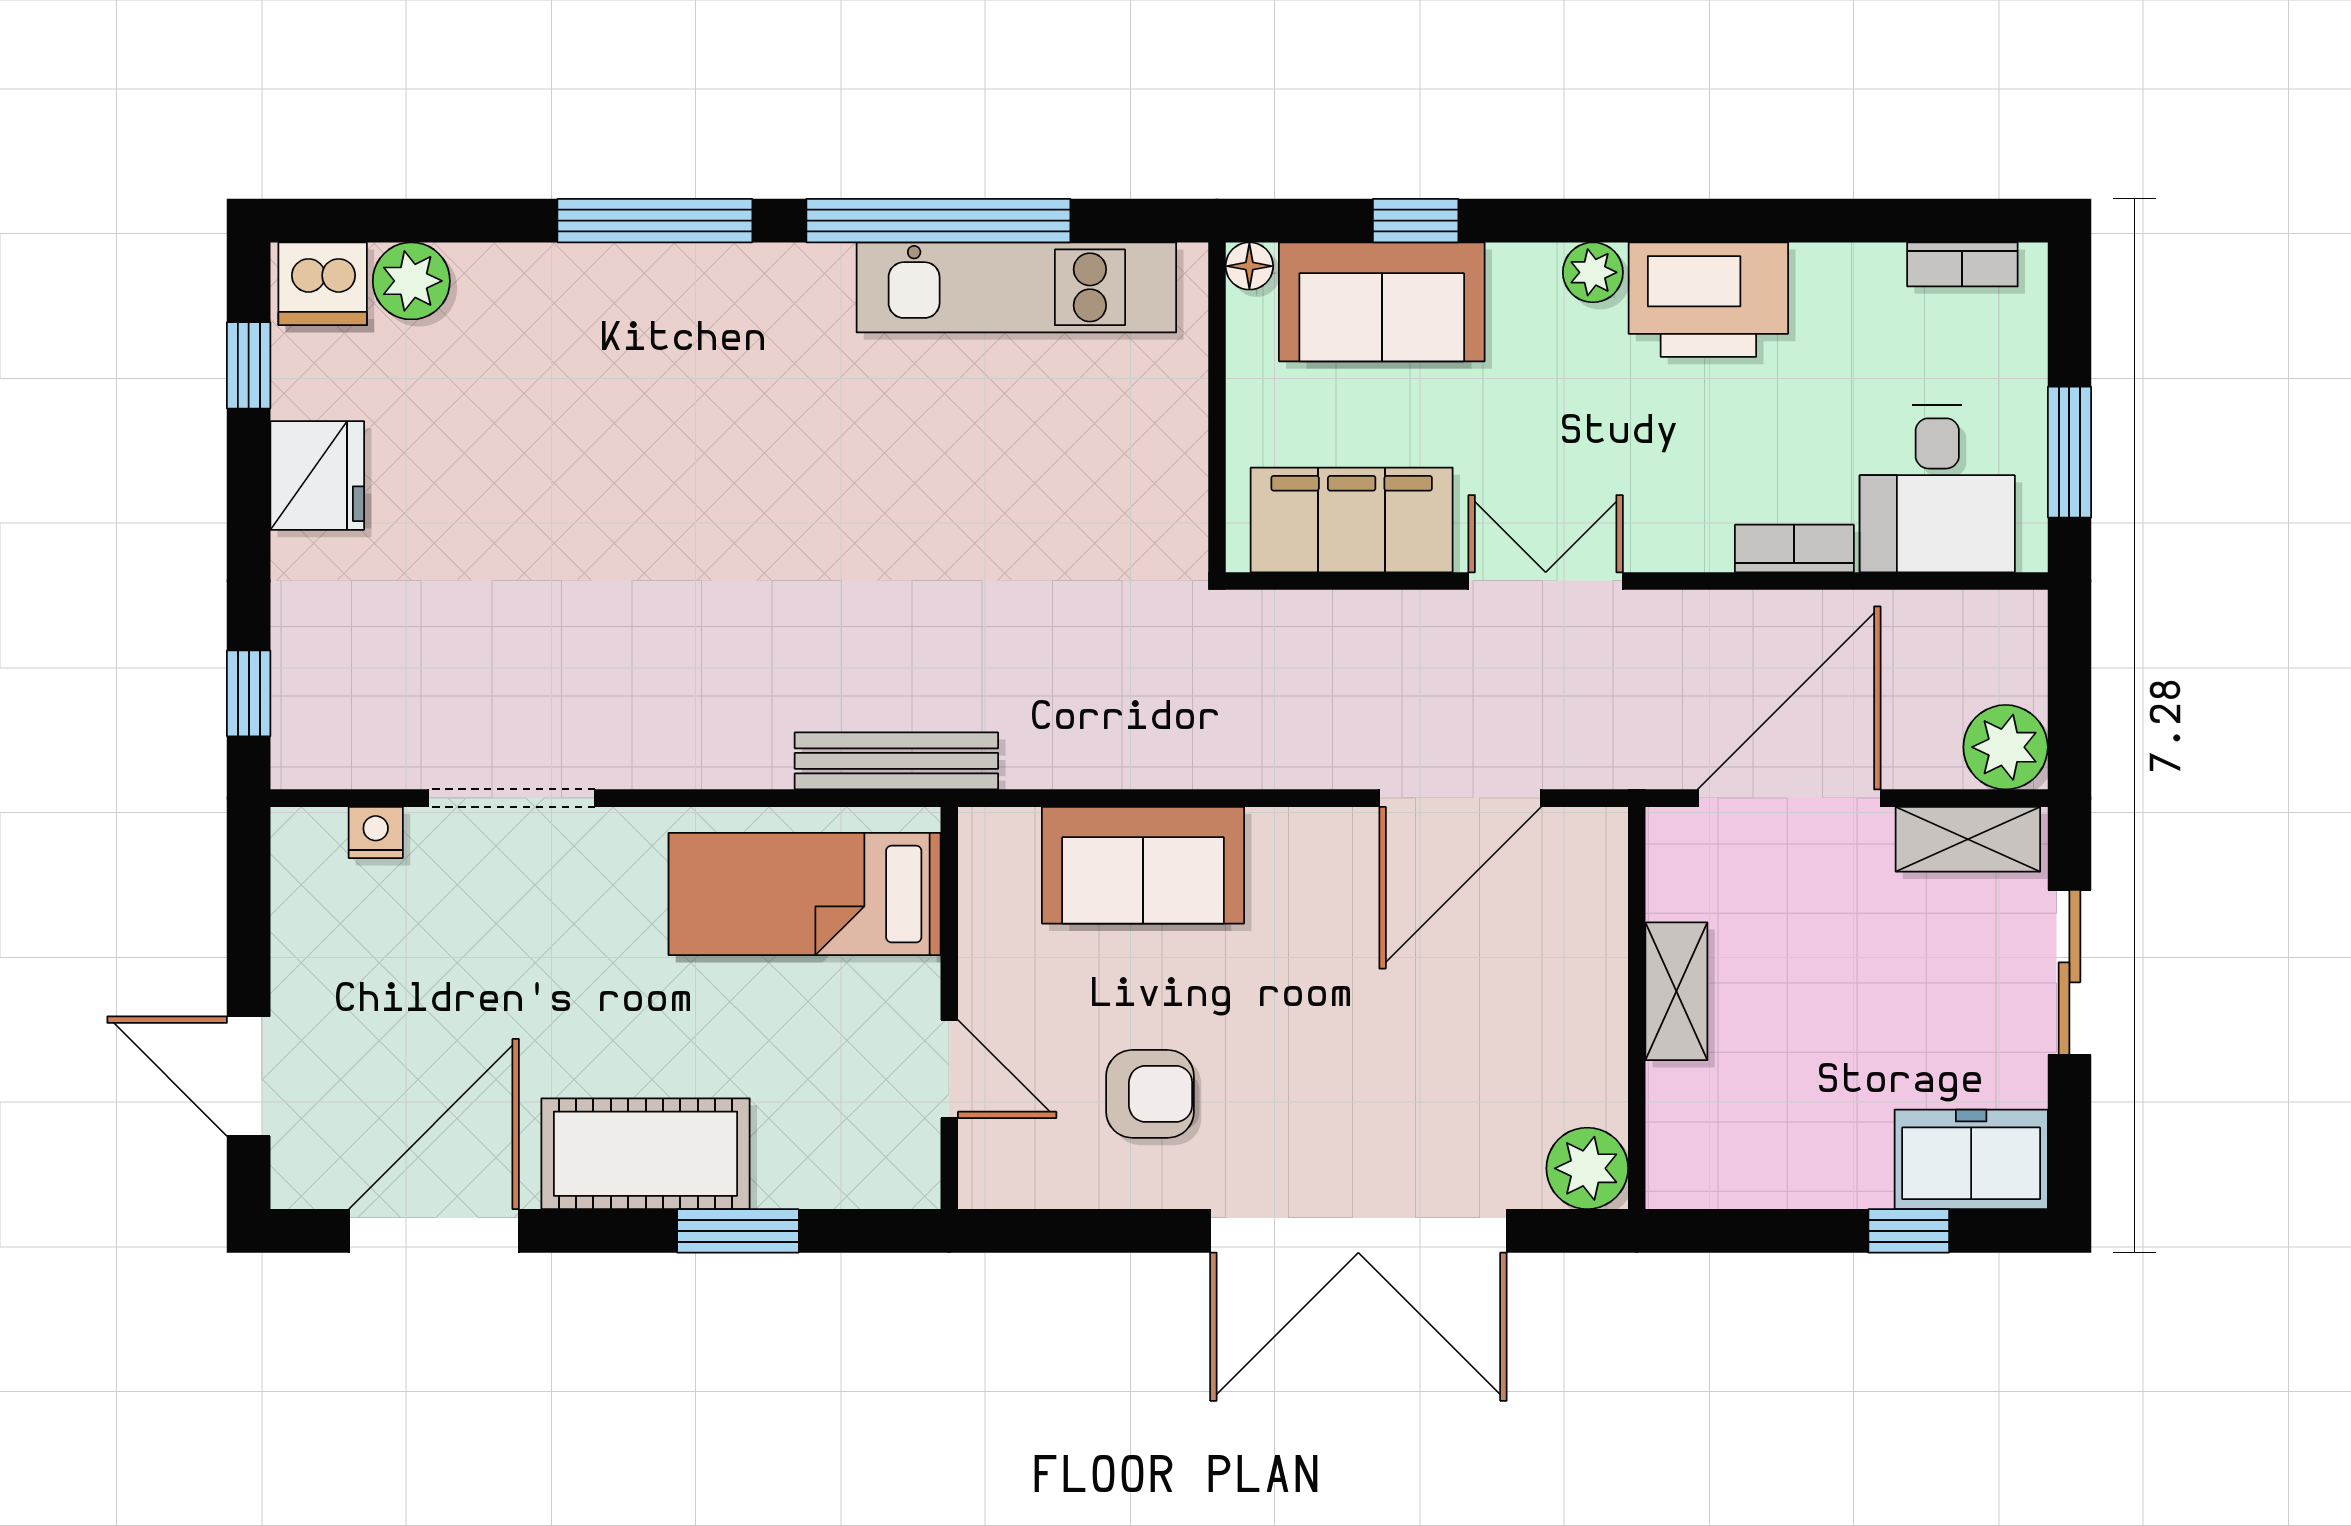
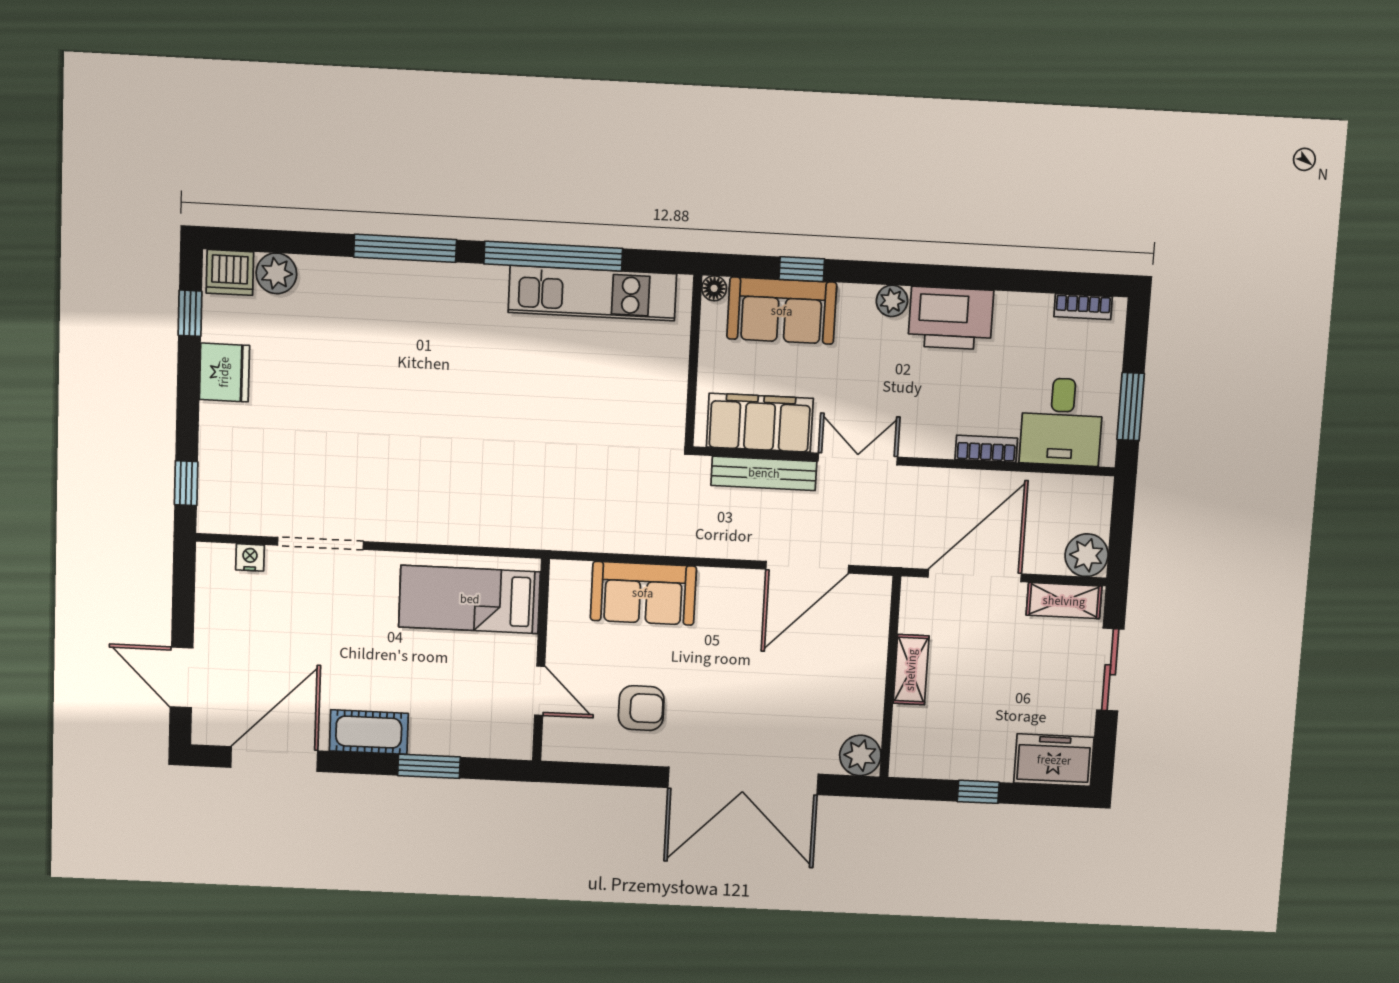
bench: (896, 761) -> (764, 473), moved
cot: (646, 1154) -> (369, 732), width x0.73, depth x0.75
window: (1909, 1231) -> (978, 792), moved

